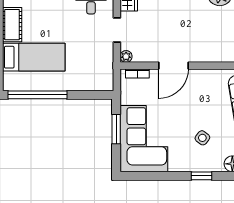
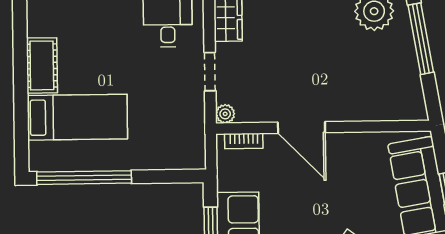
door: (173, 66) -> (301, 127), hinge flipped

